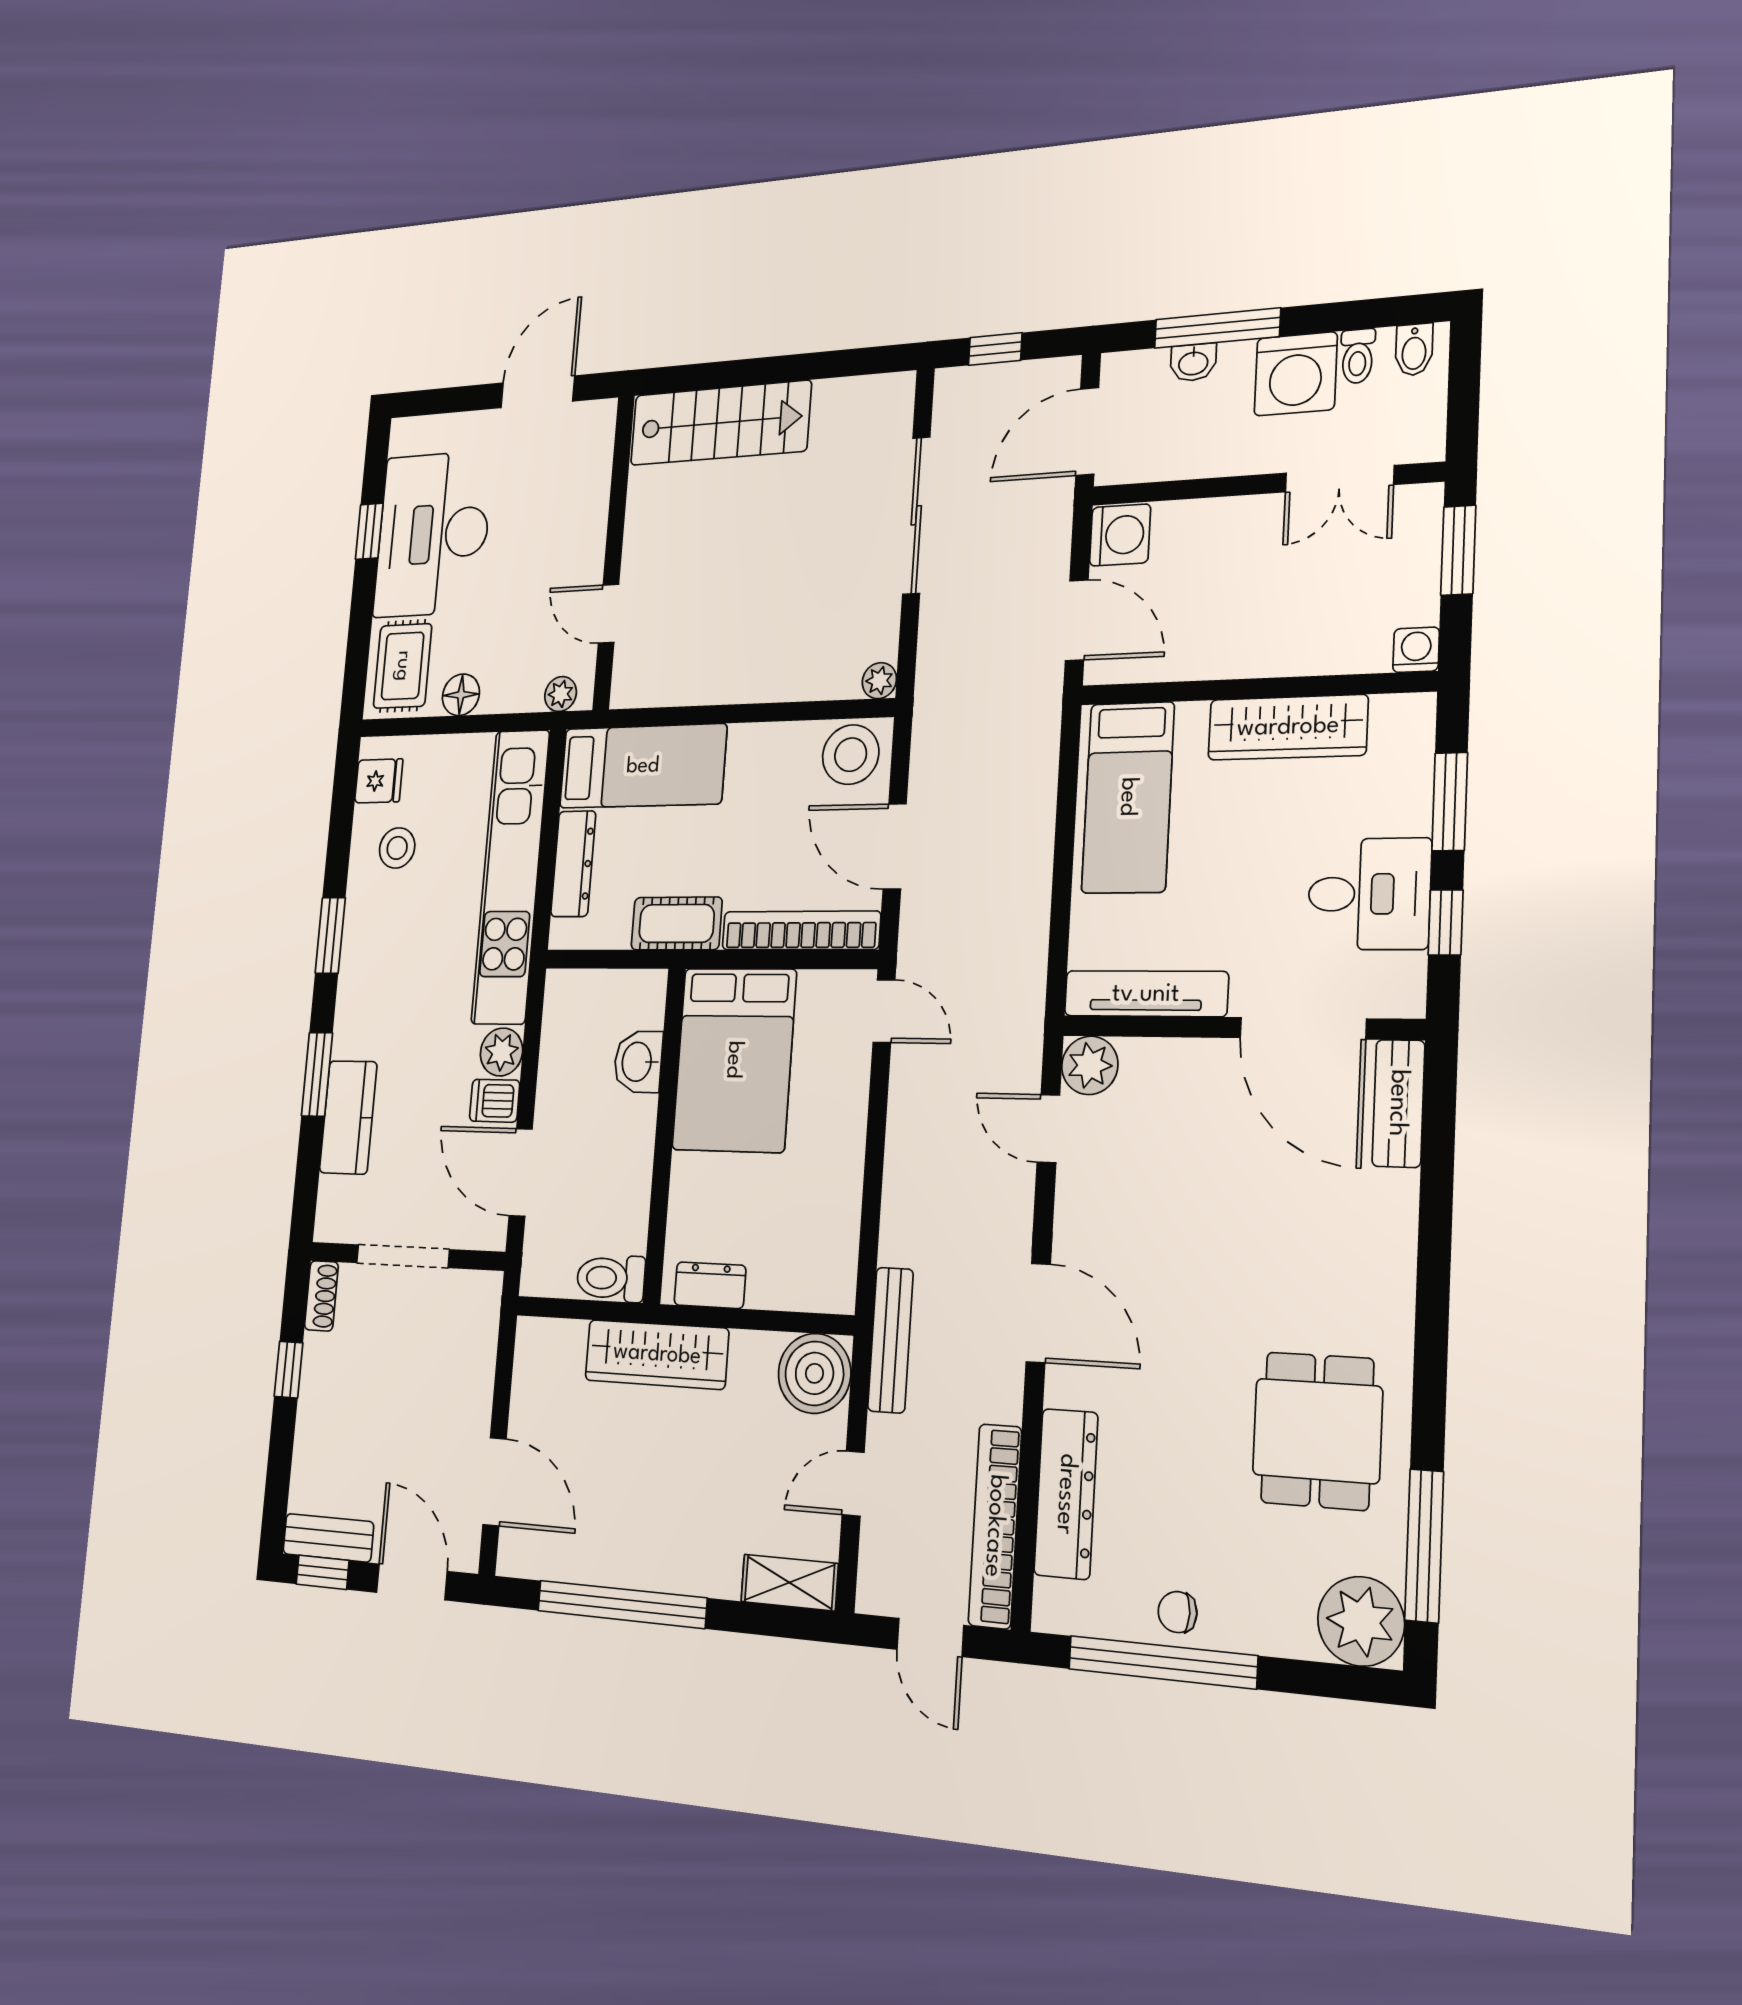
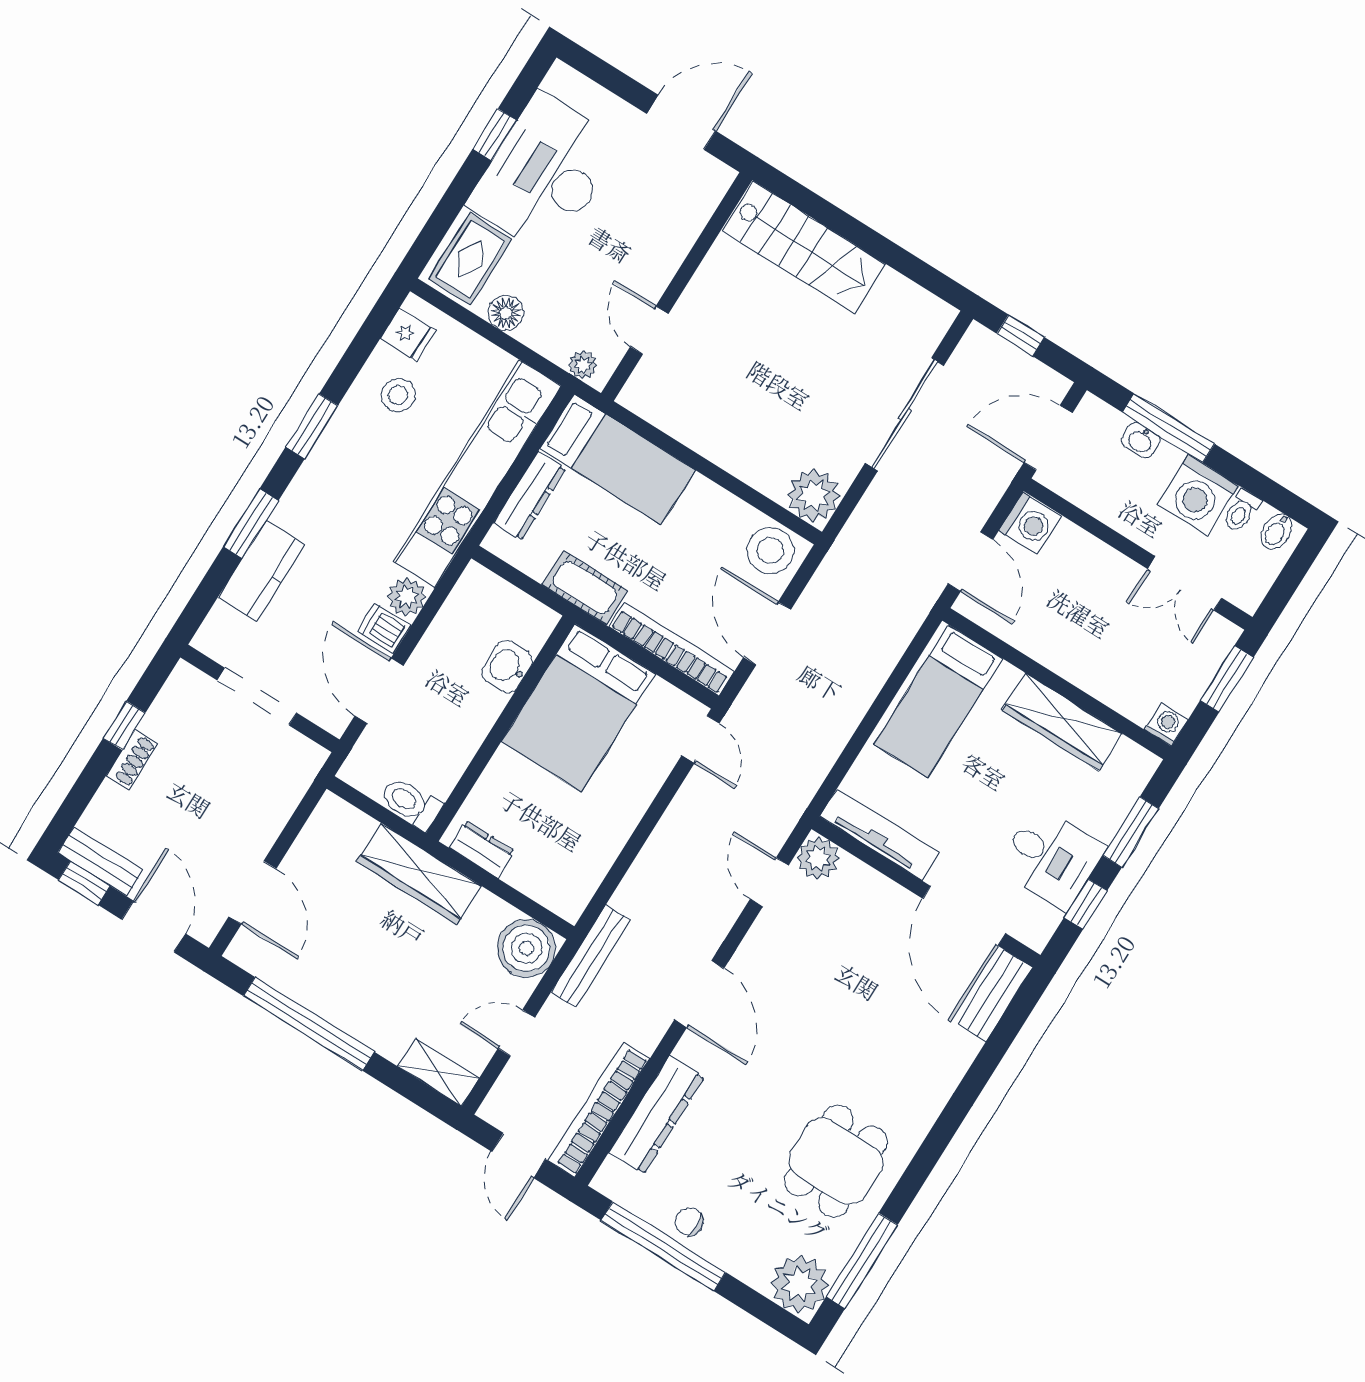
plant: (879, 681) -> (814, 495), width x1.88, depth x1.88
shoe rack: (321, 1296) -> (132, 759), moved

